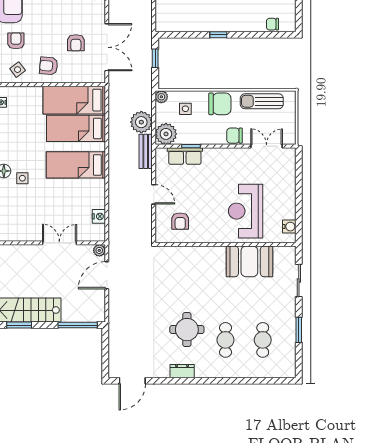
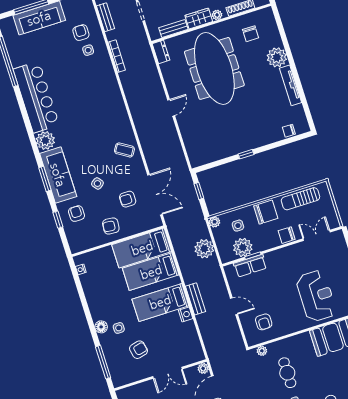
armchair: (76, 43) -> (128, 199), turned 90
side table: (18, 70) -> (97, 183), moved
plant: (166, 134) -> (243, 247), moved
bench: (146, 151) -> (196, 299), moved
armchair: (36, 208) -> (139, 350), added
reception desk: (246, 211) -> (316, 296), turned 180
nightstand: (99, 216) -> (186, 314), moved
double door: (59, 243) -> (168, 373), swing flipped
plant: (168, 252) -> (262, 351), added
cafe table: (188, 284) -> (287, 373), added

